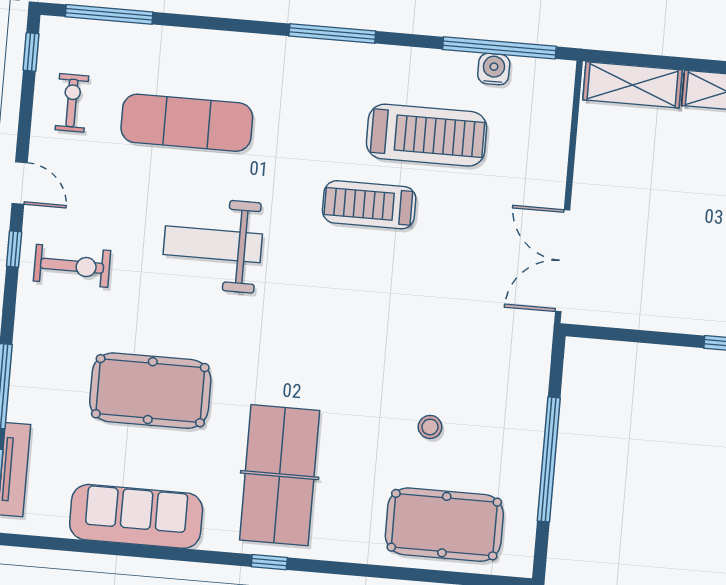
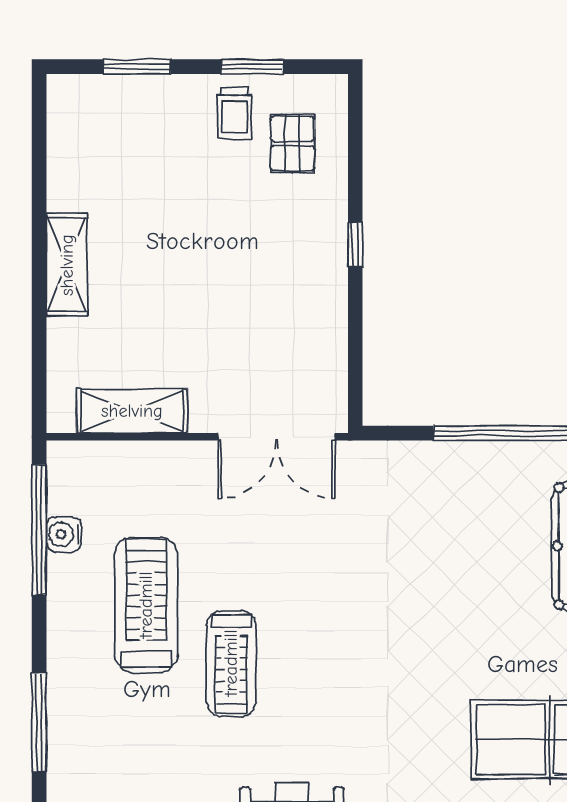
shelving: (633, 85) -> (132, 411), moved, turned 90
stool: (430, 427) -> (480, 572), removed

